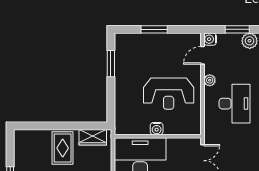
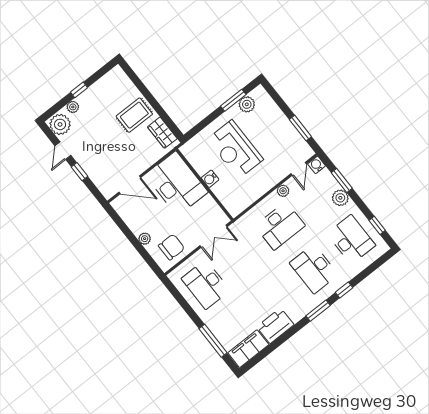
window: (154, 29) -> (300, 128), moved
door: (202, 55) -> (299, 169), swing flipped
plant: (122, 56) -> (247, 104), added
reception desk: (169, 94) -> (235, 149), moved

